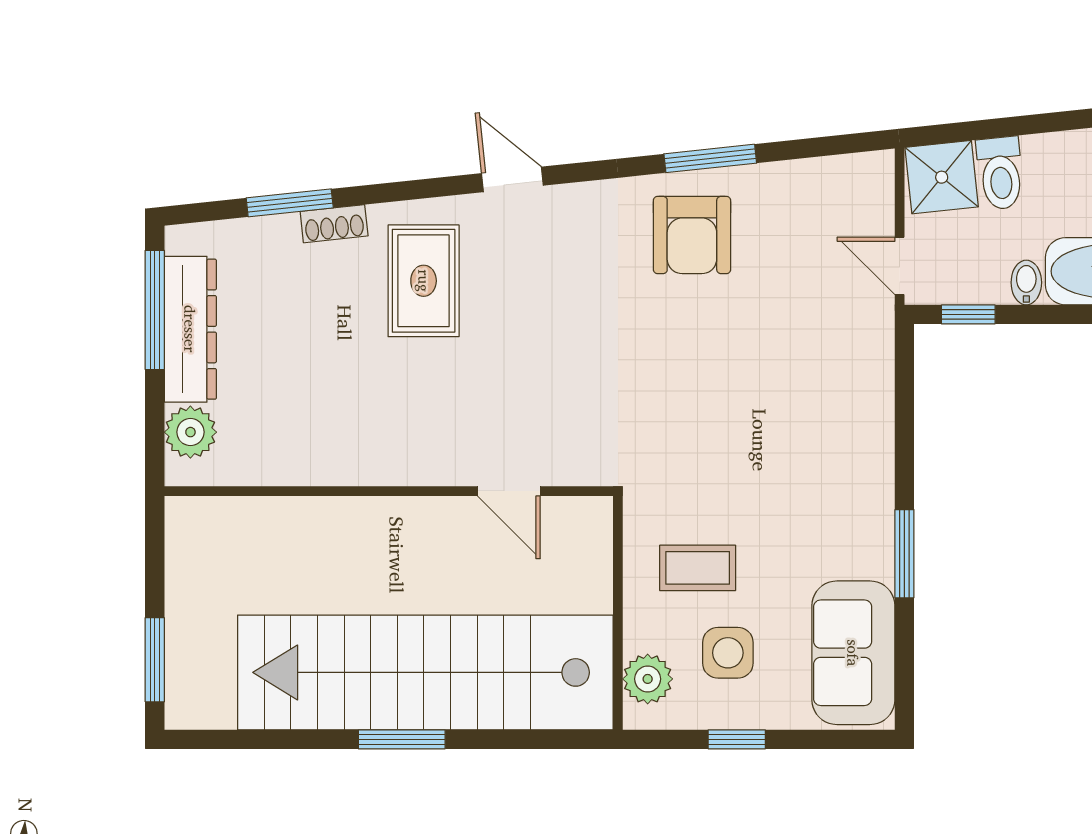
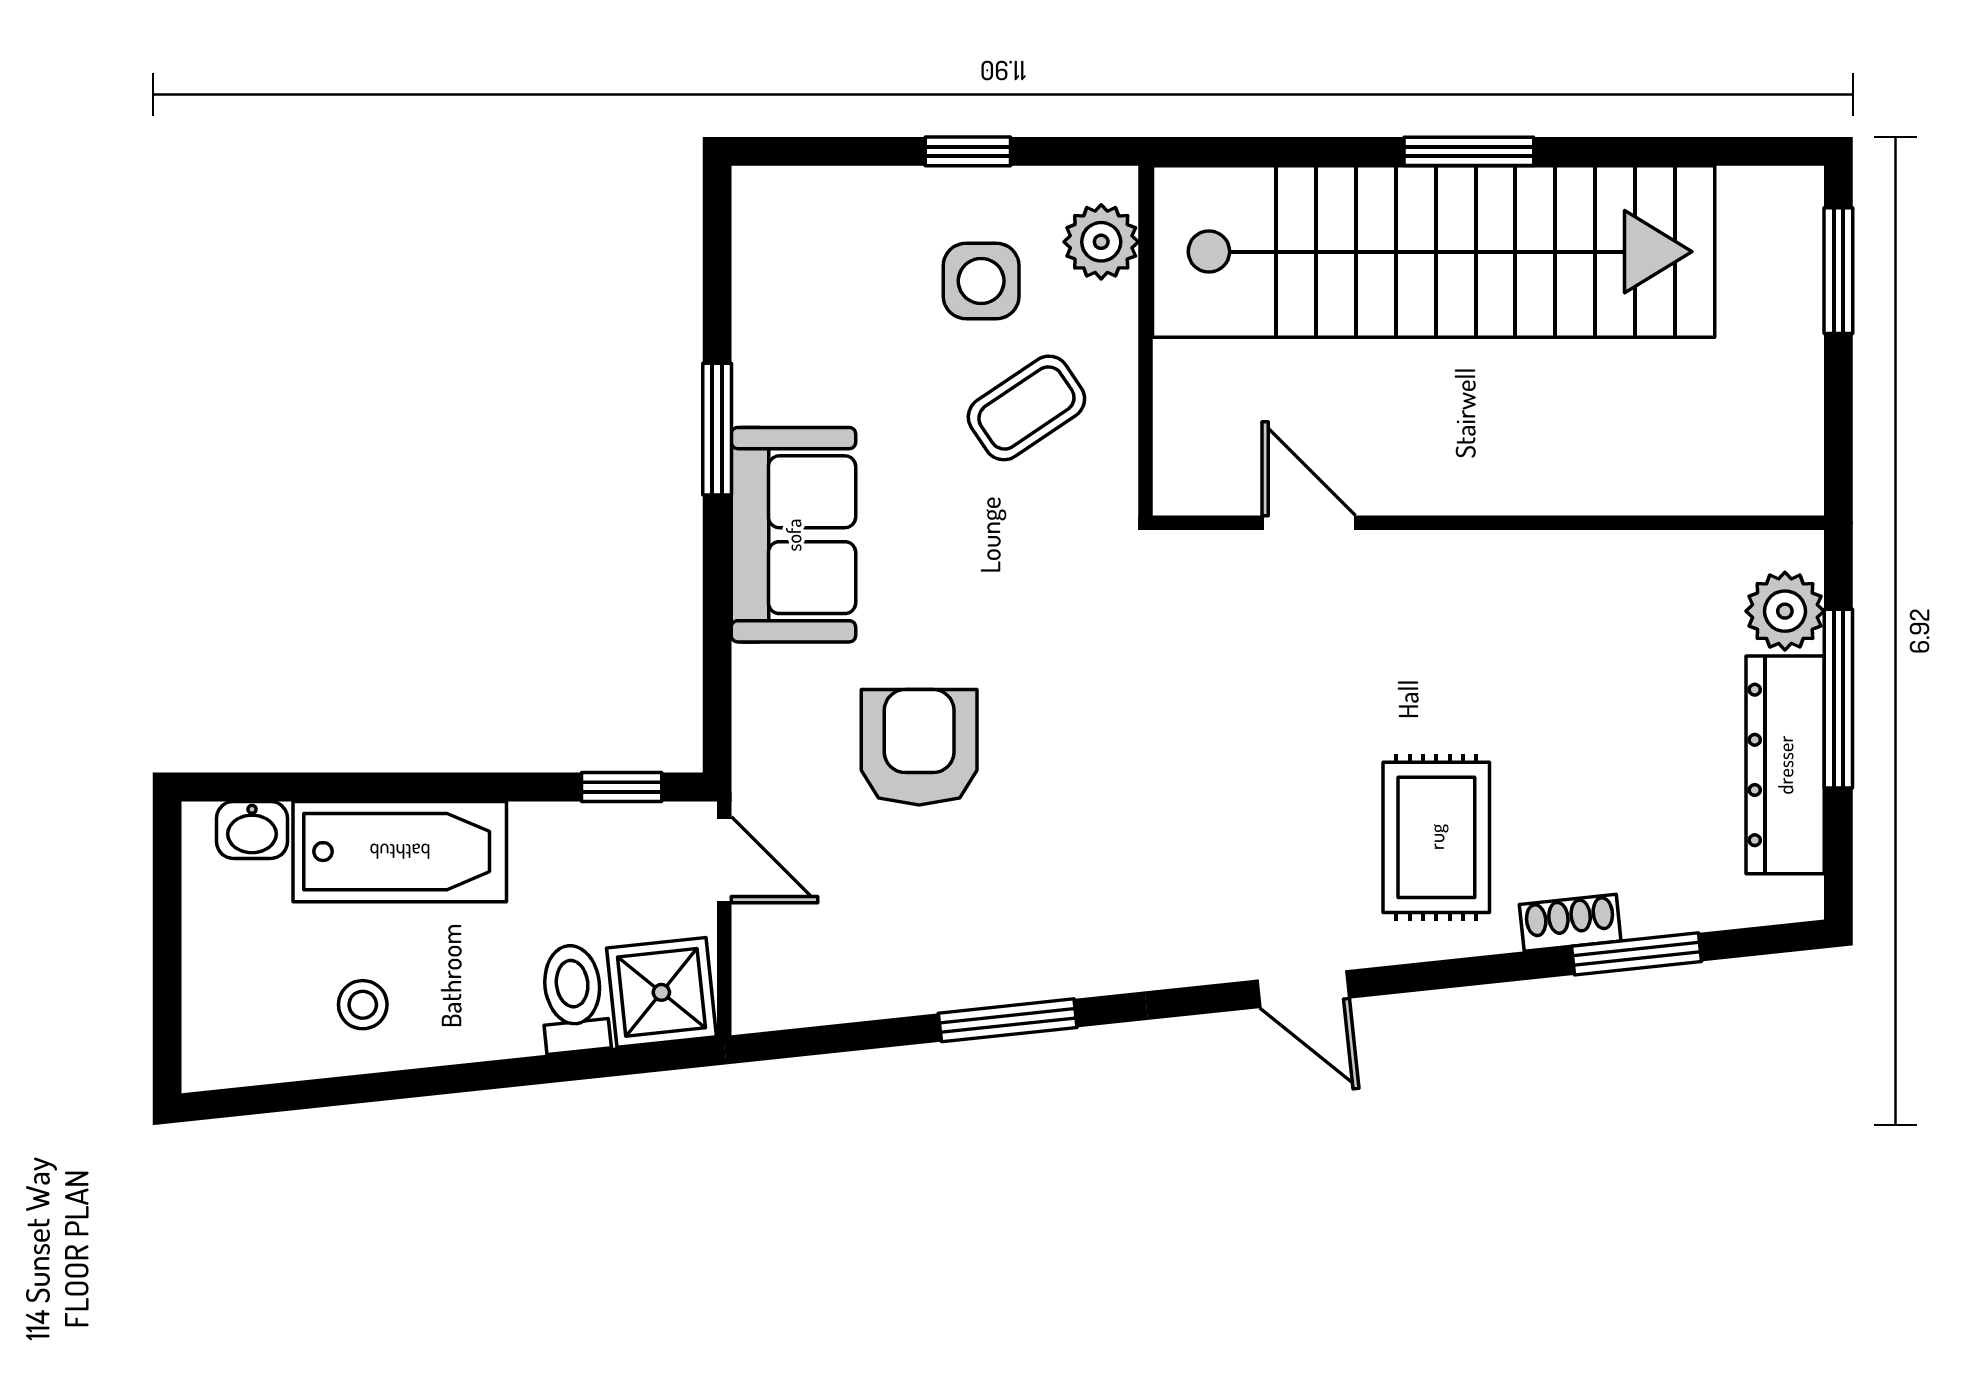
armchair: (692, 235) -> (919, 747), moved
bidet: (1026, 283) -> (535, 835), removed
window: (155, 310) -> (1838, 699), moved
coffee table: (698, 568) -> (1026, 408), turned -34
sofa: (853, 653) -> (793, 535), moved

